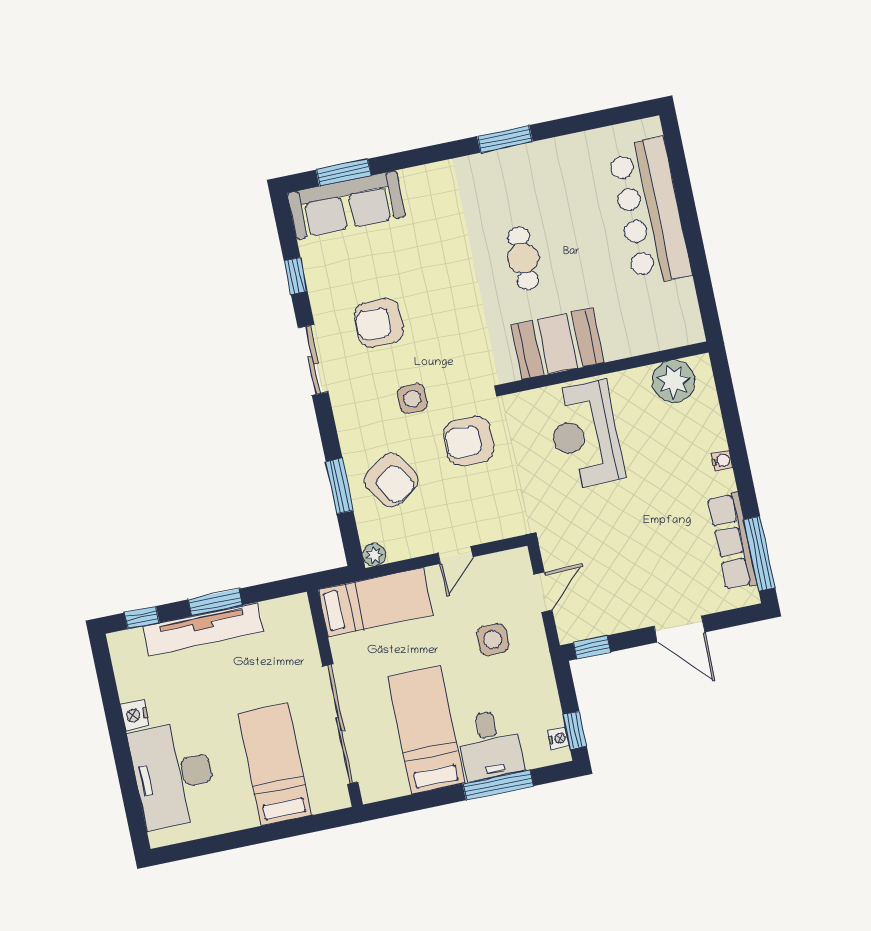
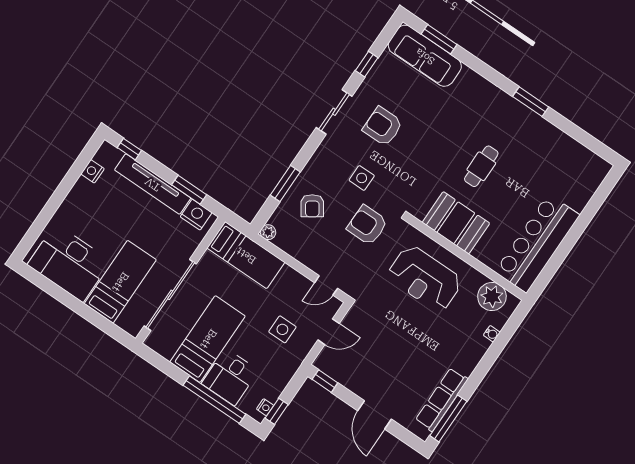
bar counter: (650, 212) -> (537, 243), moved
reception desk: (585, 435) -> (425, 278), turned -90
water cooler: (722, 461) -> (492, 334), moved
armchair: (391, 480) -> (312, 206), width x0.72, depth x0.72
door: (455, 555) -> (326, 285), moved
window: (215, 602) -> (189, 190), moved
nightstand: (281, 614) -> (196, 215), added
nightstand: (135, 715) -> (93, 171), moved
desk: (174, 775) -> (69, 263), moved, turned -90
window: (498, 785) -> (214, 400), width x1.46

